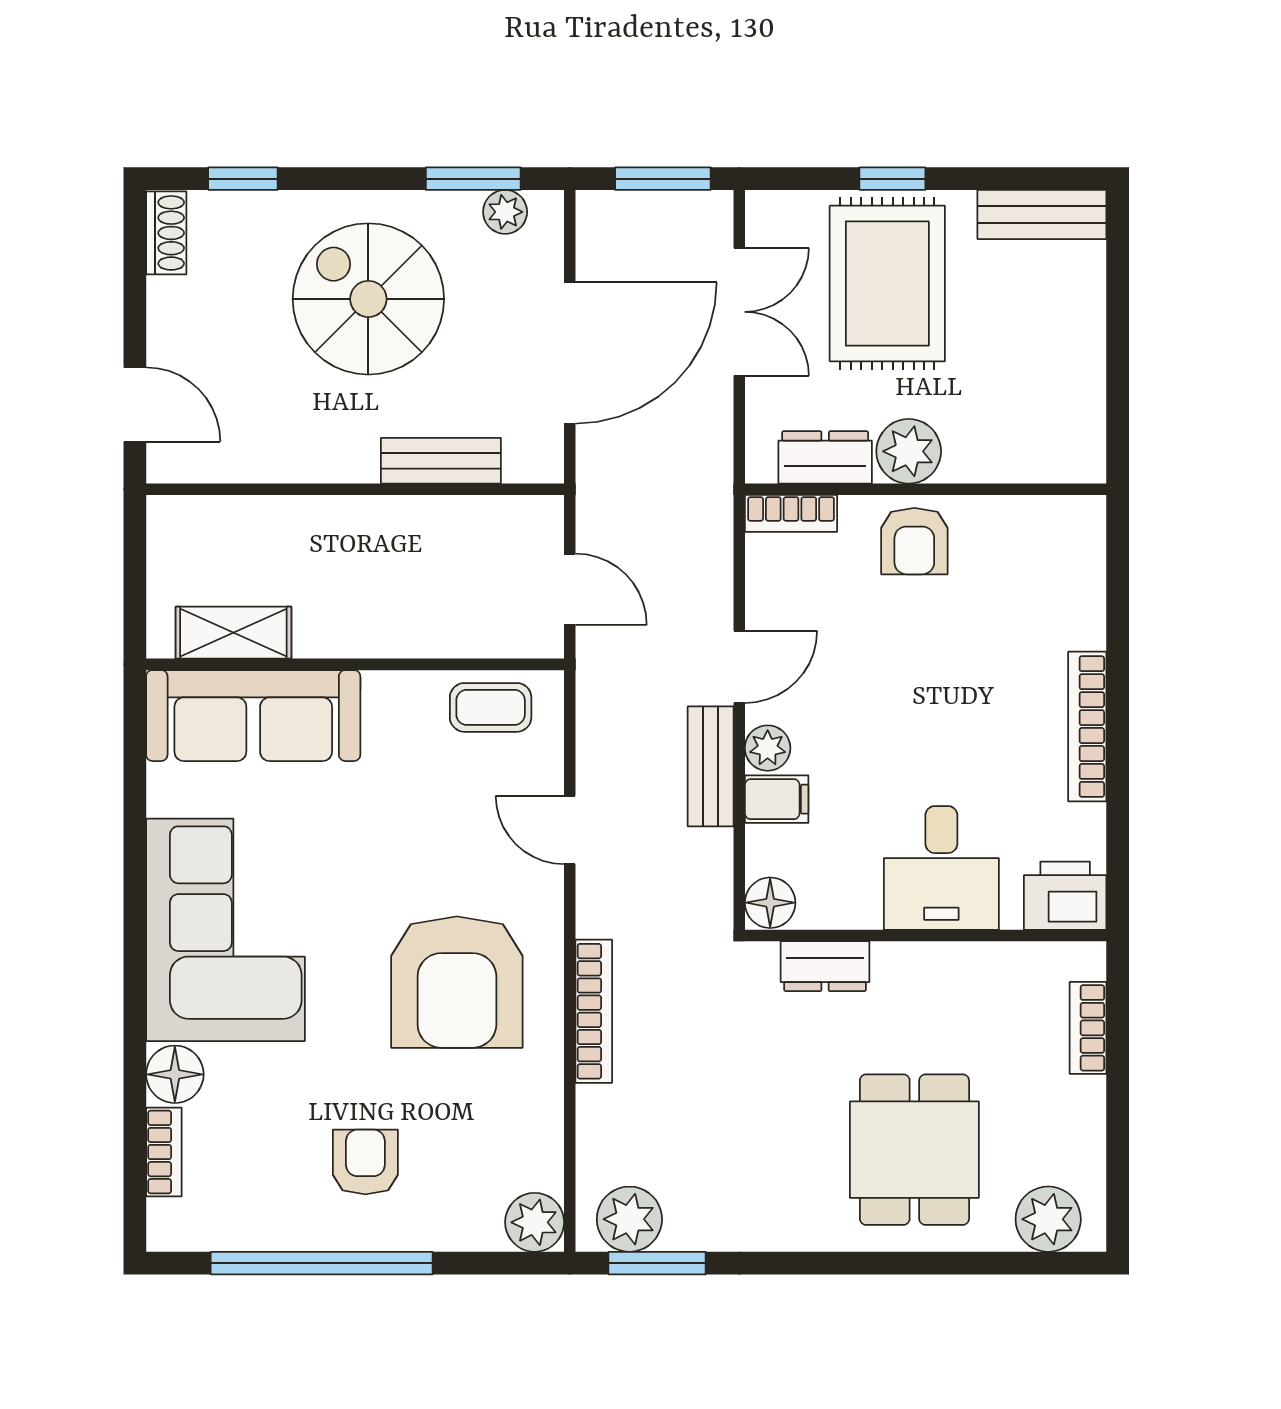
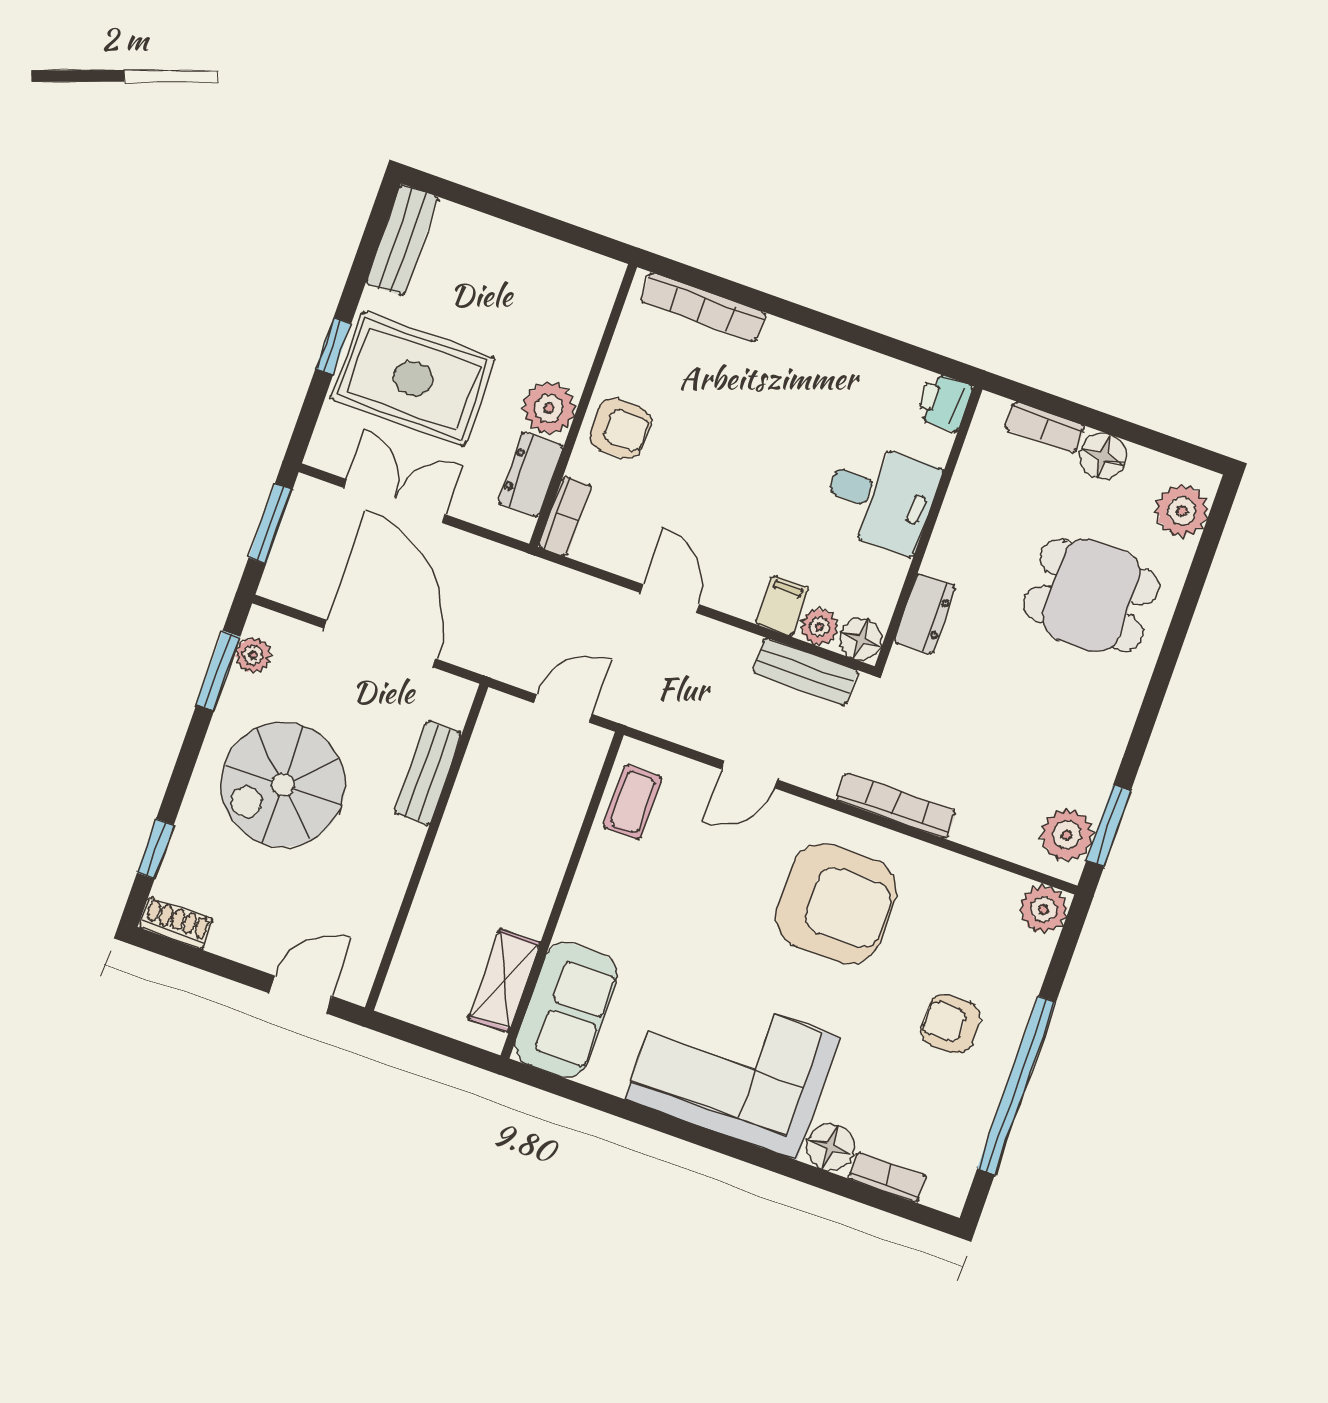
sofa: (253, 716) -> (566, 1010), width x0.73
bookcase: (1087, 727) -> (703, 307), moved
plant: (768, 748) -> (819, 627), moved
bench: (711, 766) -> (805, 671), moved
printer: (1065, 896) -> (944, 402), width x0.73, depth x0.81
floor lamp: (1078, 1106) -> (1103, 456), added

